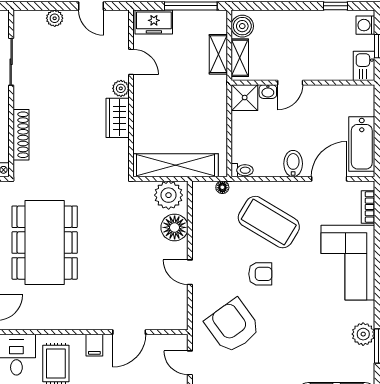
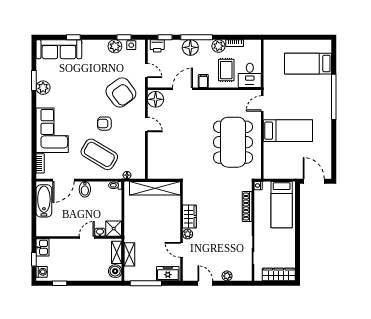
plant: (169, 195) -> (159, 170), removed
floor lamp: (175, 227) -> (156, 99), moved

